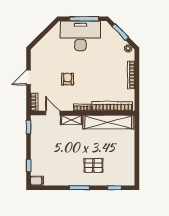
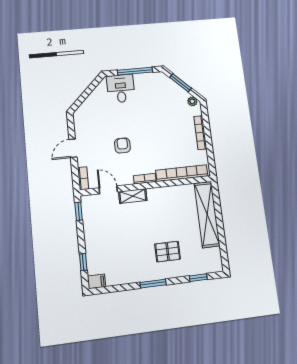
desk: (80, 36) -> (121, 89), width x0.53, depth x0.77
shelving: (108, 122) -> (207, 214), moved, turned 90

